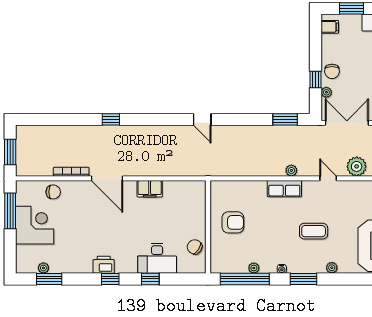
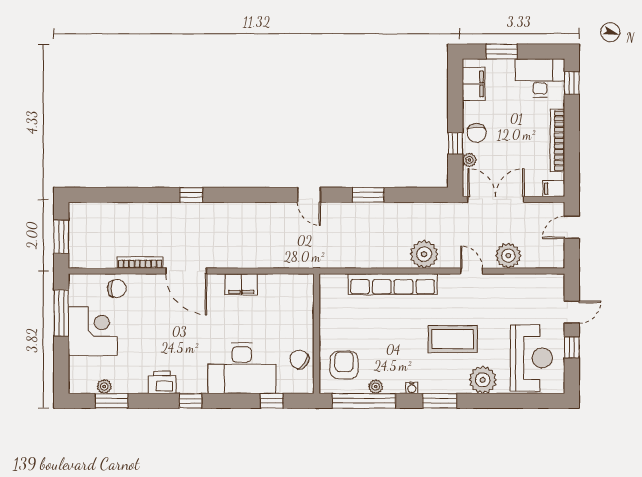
filing cabinet: (330, 27) -> (474, 84), width x2.00
window: (285, 119) -> (368, 195), moved
plant: (291, 170) -> (424, 254), width x1.88, depth x1.88
row of seats: (284, 189) -> (393, 284), width x2.02
armchair: (233, 222) -> (344, 365), moved, turned -90
coffee table: (314, 231) -> (453, 339), width x1.36, depth x1.32
desk: (157, 258) -> (242, 368), width x1.36, depth x1.30
printer: (104, 265) -> (162, 382), moved
plant: (332, 268) -> (483, 380), width x1.88, depth x1.88
window: (150, 279) -> (272, 401), moved

